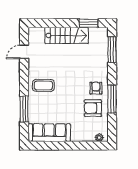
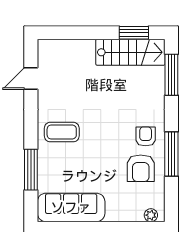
stairs: (67, 35) -> (130, 52), moved
armchair: (93, 108) -> (141, 168), turned -90

